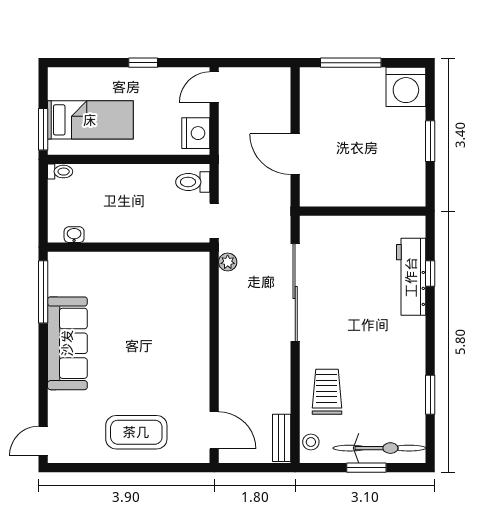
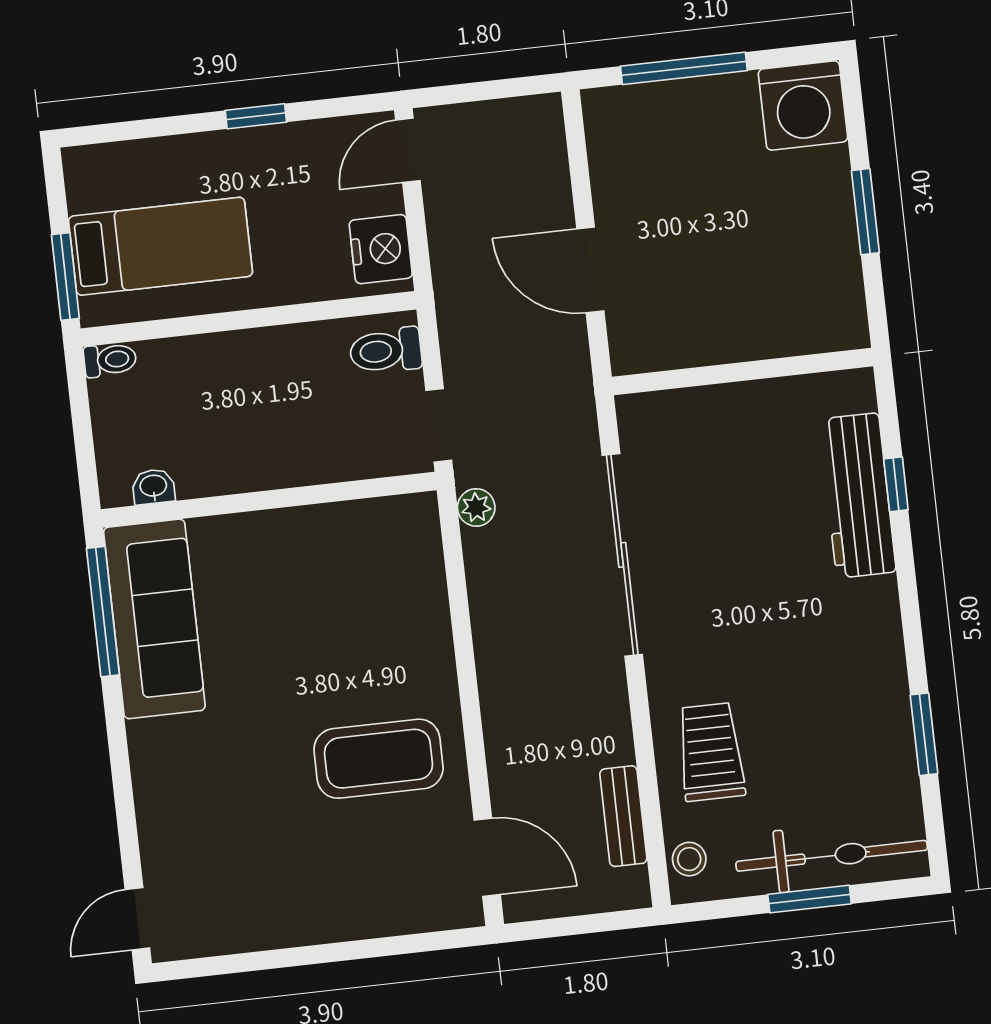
sofa: (67, 343) -> (154, 619), moved
coffee table: (136, 432) -> (379, 759), moved
bench: (282, 438) -> (623, 816), moved

